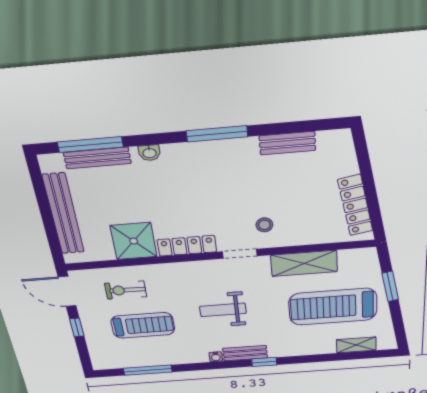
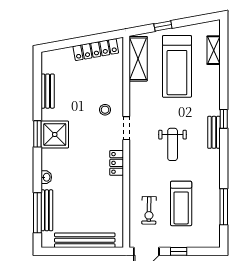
window: (217, 134) -> (37, 134), width x0.69
shower: (134, 241) -> (55, 134), moved
locker: (187, 246) -> (117, 163), width x0.66
shelving: (304, 263) -> (138, 59), moved
window: (390, 286) -> (163, 26), width x0.67
treadmill: (143, 325) -> (181, 203), turned 180
water cooler: (216, 357) -> (215, 154), removed

